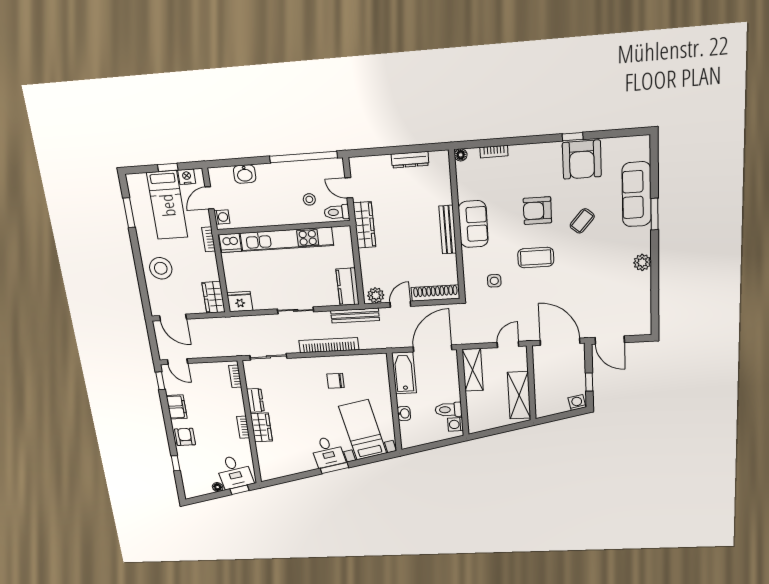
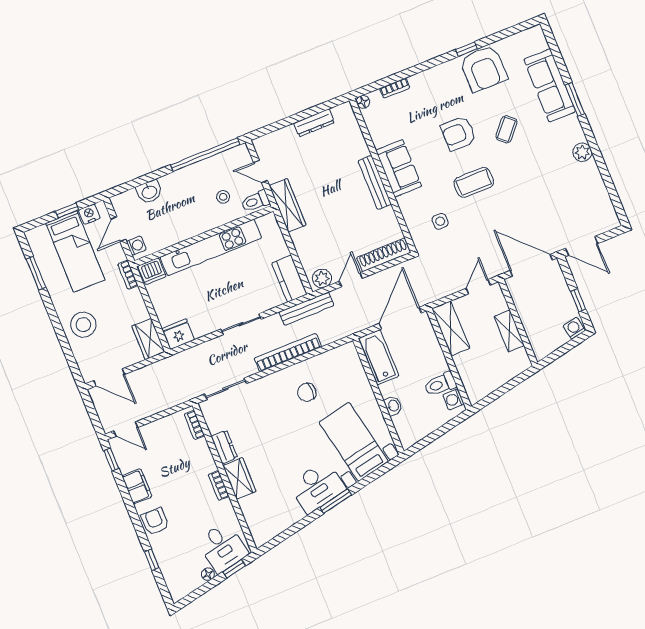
shelving: (519, 395) -> (509, 331), width x0.67, depth x0.75
desk: (328, 452) -> (317, 487), width x1.37

